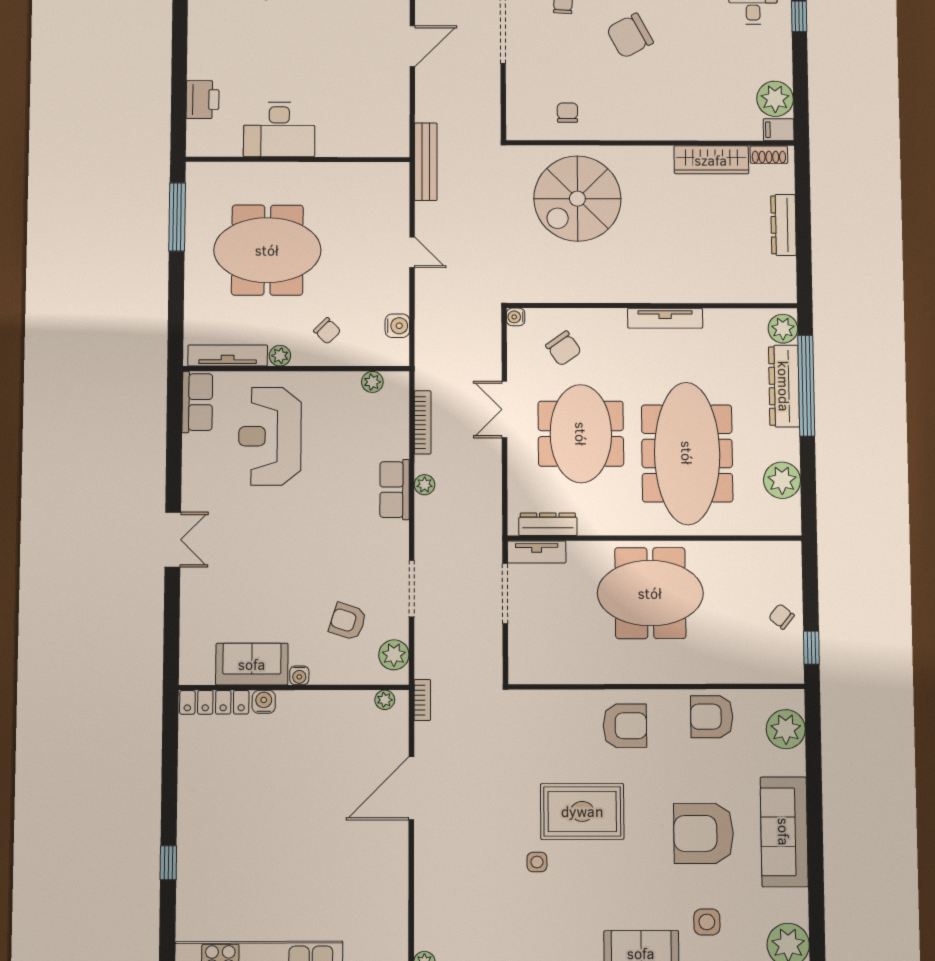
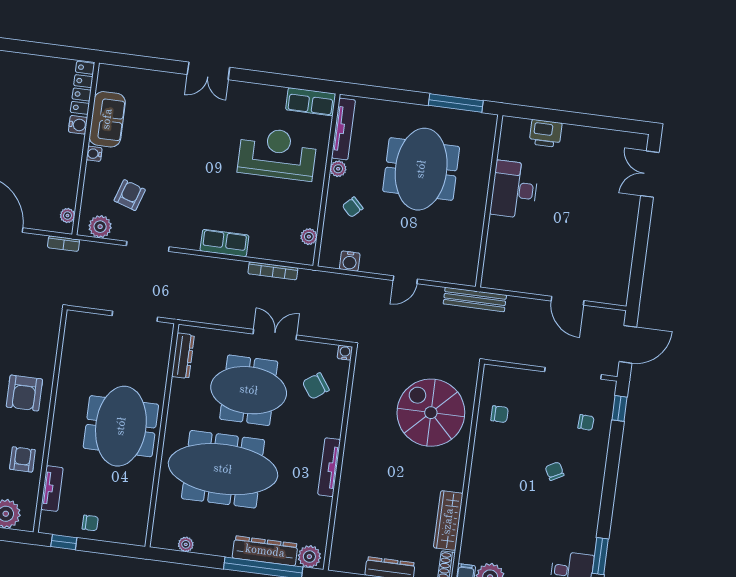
chair: (630, 36) -> (555, 471), width x0.54, depth x0.54
plant: (782, 480) -> (186, 544), width x0.53, depth x0.53
plant: (425, 485) -> (225, 266), removed
tv unit: (537, 552) -> (52, 489), moved, turned 180
chair: (781, 616) -> (90, 523), turned 51
armchair: (712, 717) -> (22, 459), width x0.72, depth x0.72

